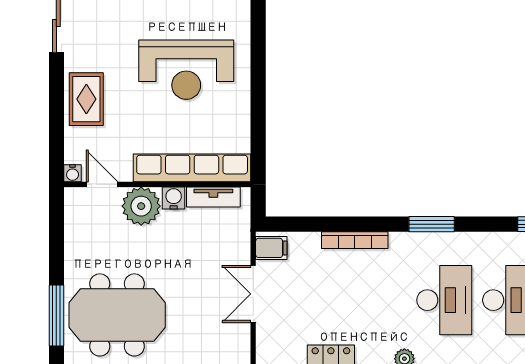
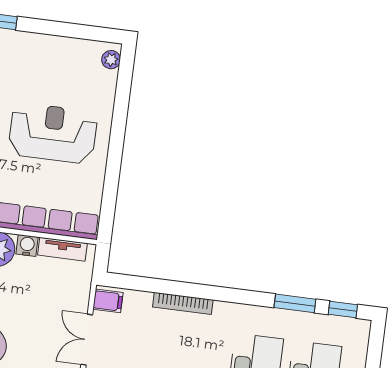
reception desk: (186, 70) -> (53, 133), turned 180
window: (432, 224) -> (295, 303), moved

